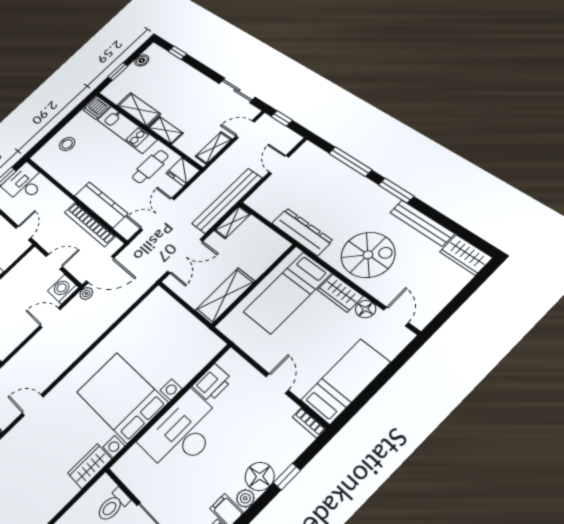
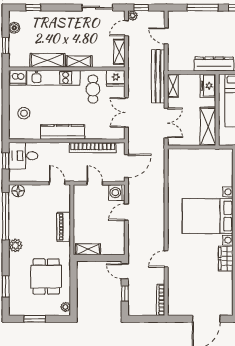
kitchen counter: (101, 205) -> (63, 132), moved
freezer: (271, 251) -> (208, 86), added
door: (54, 262) -> (95, 183), hinge flipped
plant: (86, 293) -> (133, 16), moved

